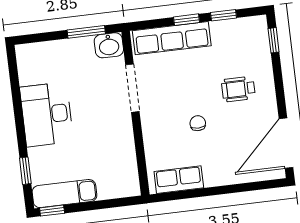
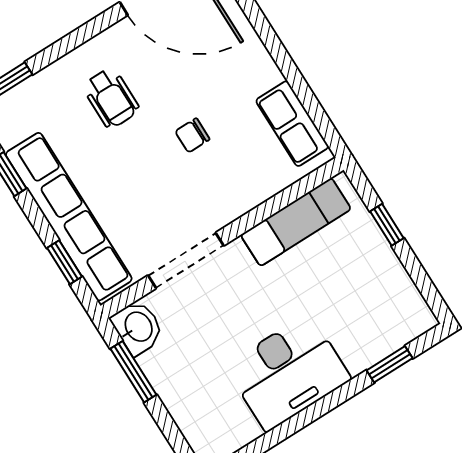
window: (187, 20) -> (64, 262), moved
row of seats: (172, 38) -> (69, 217), width x1.36
exam couch: (64, 194) -> (296, 222), moved, turned -90
window: (52, 211) -> (387, 225), moved

